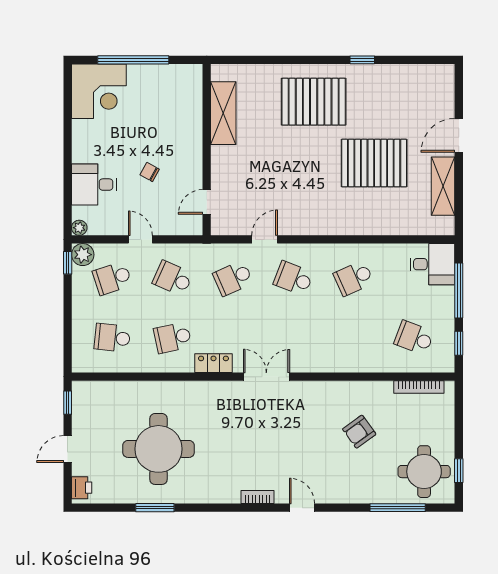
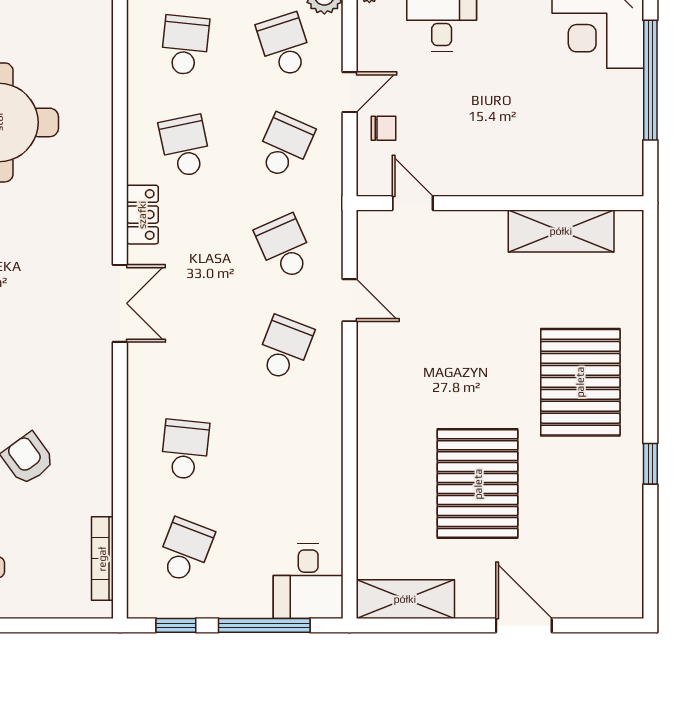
chair: (150, 172) -> (383, 128), moved, turned 61
shelving: (443, 186) -> (405, 599), moved
school desk: (354, 278) -> (185, 449), moved, turned 30

